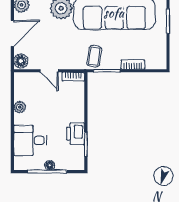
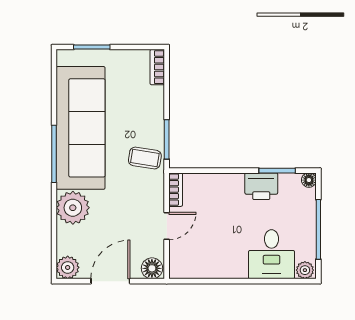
door: (12, 33) -> (110, 281), hinge flipped
bookcase: (133, 65) -> (157, 67), moved
plant: (20, 107) -> (305, 270), moved
floor lamp: (50, 165) -> (309, 180), moved

